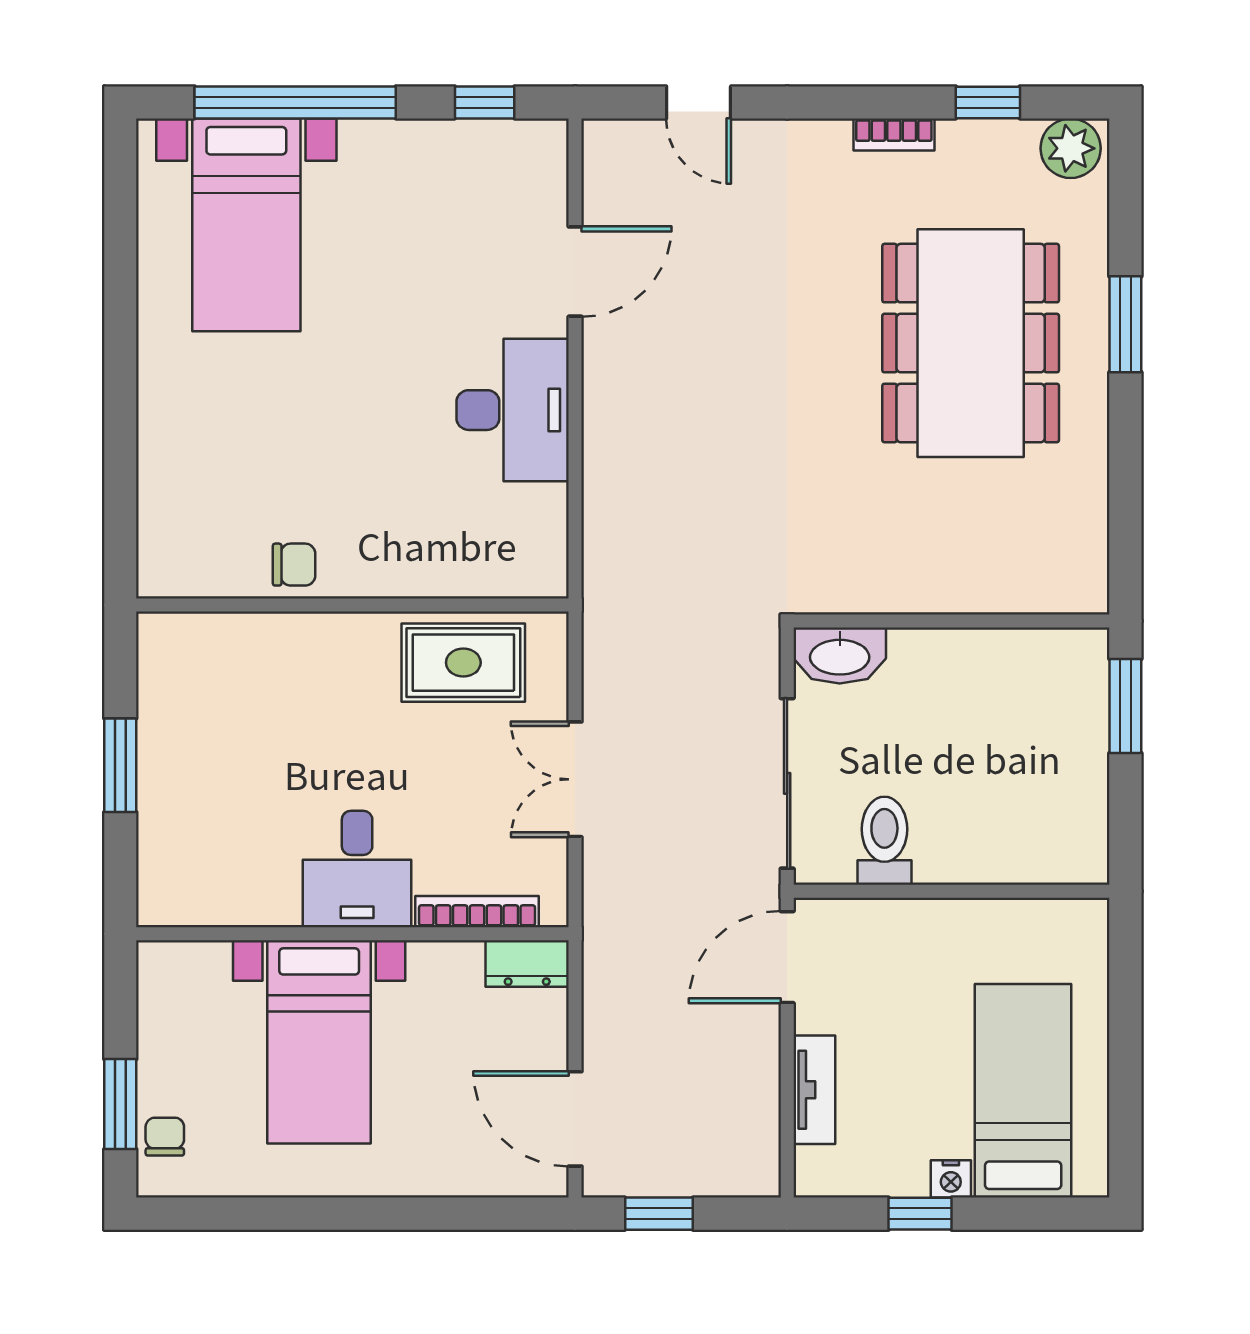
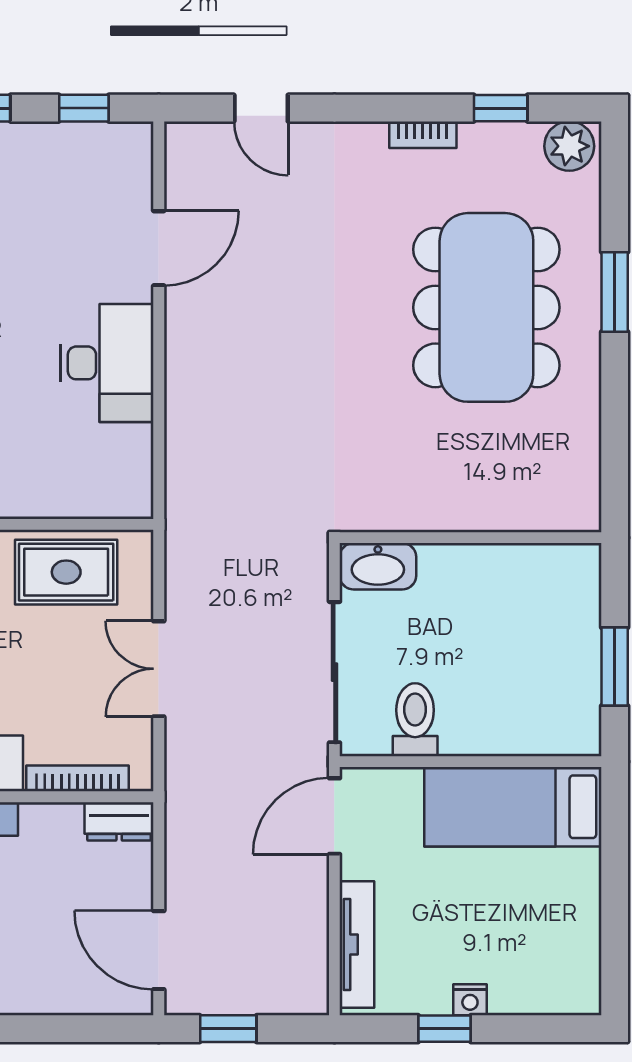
window: (1125, 706) -> (615, 667), moved
tv unit: (814, 1090) -> (357, 944), width x1.41
bed: (1023, 1091) -> (513, 807), moved, turned -90

